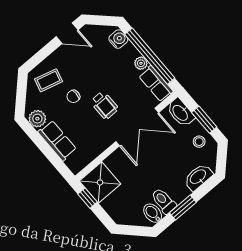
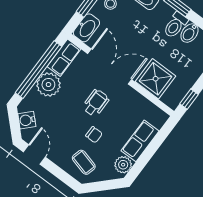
water cooler: (118, 39) -> (27, 120), moved, turned -46
plant: (141, 63) -> (48, 85), width x1.88, depth x1.88
shower: (100, 182) -> (156, 79), moved

